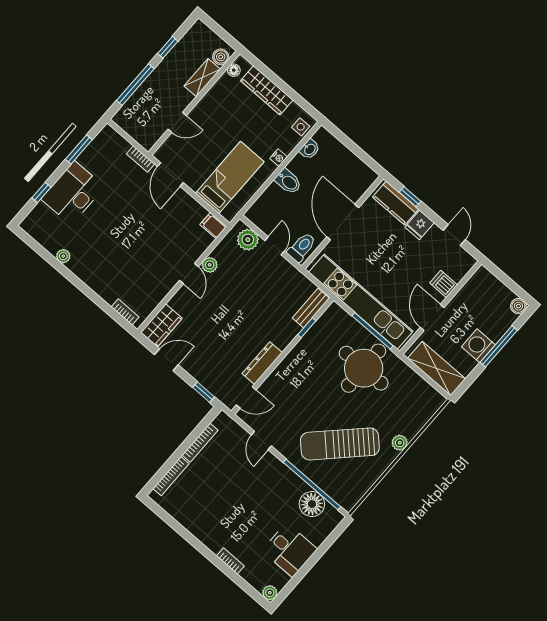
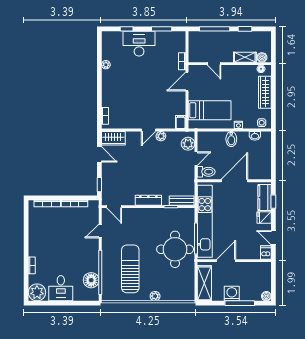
door: (454, 235) -> (273, 238), swing flipped
dishwasher: (444, 284) -> (266, 252), moved
dresser: (262, 363) -> (148, 200), moved
sun lounger: (340, 444) -> (130, 269), turned 45
plant: (270, 593) -> (37, 292), width x1.88, depth x1.88

